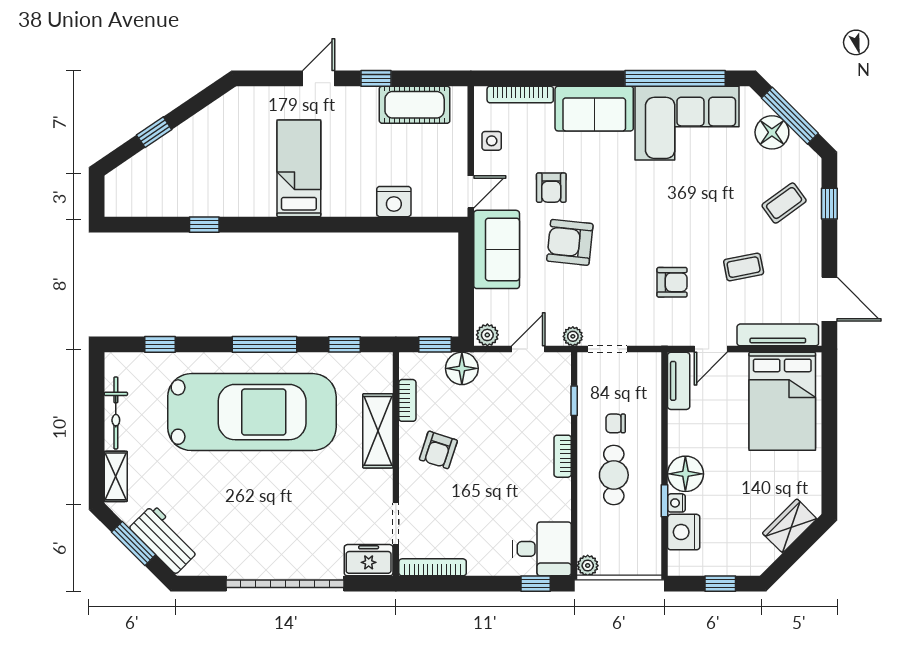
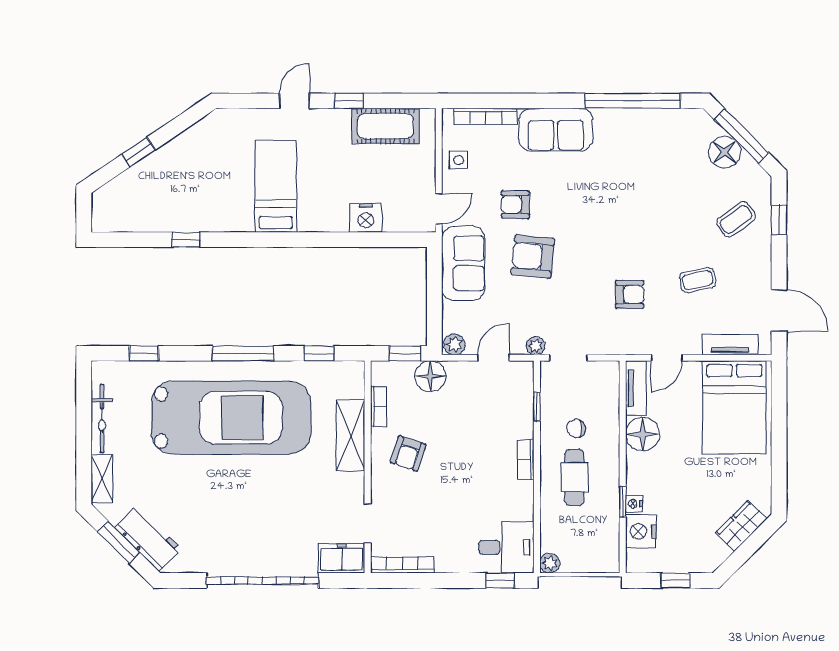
corner sofa: (687, 123) -> (644, 143), removed
armchair: (551, 188) -> (515, 205), turned 90
tv unit: (778, 335) -> (730, 344), width x0.71
floor lamp: (685, 474) -> (643, 434), moved

